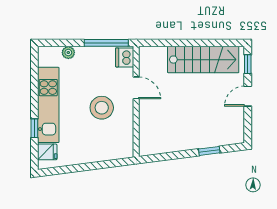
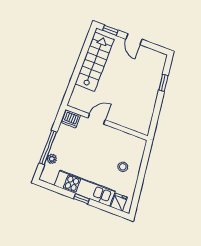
window: (106, 43) -> (48, 148), moved
stool: (102, 108) -> (123, 167), moved, width x0.53, depth x0.53
window: (34, 128) -> (81, 199), moved

